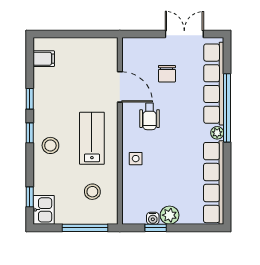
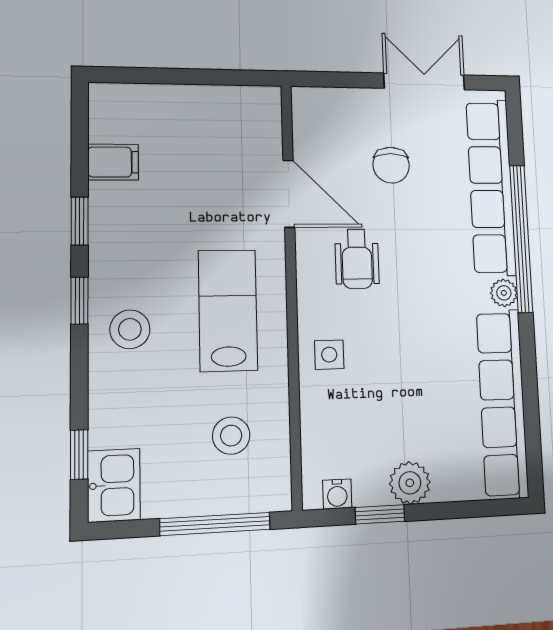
filing cabinet: (44, 59) -> (113, 162), moved
water cooler: (153, 218) -> (337, 494), moved

